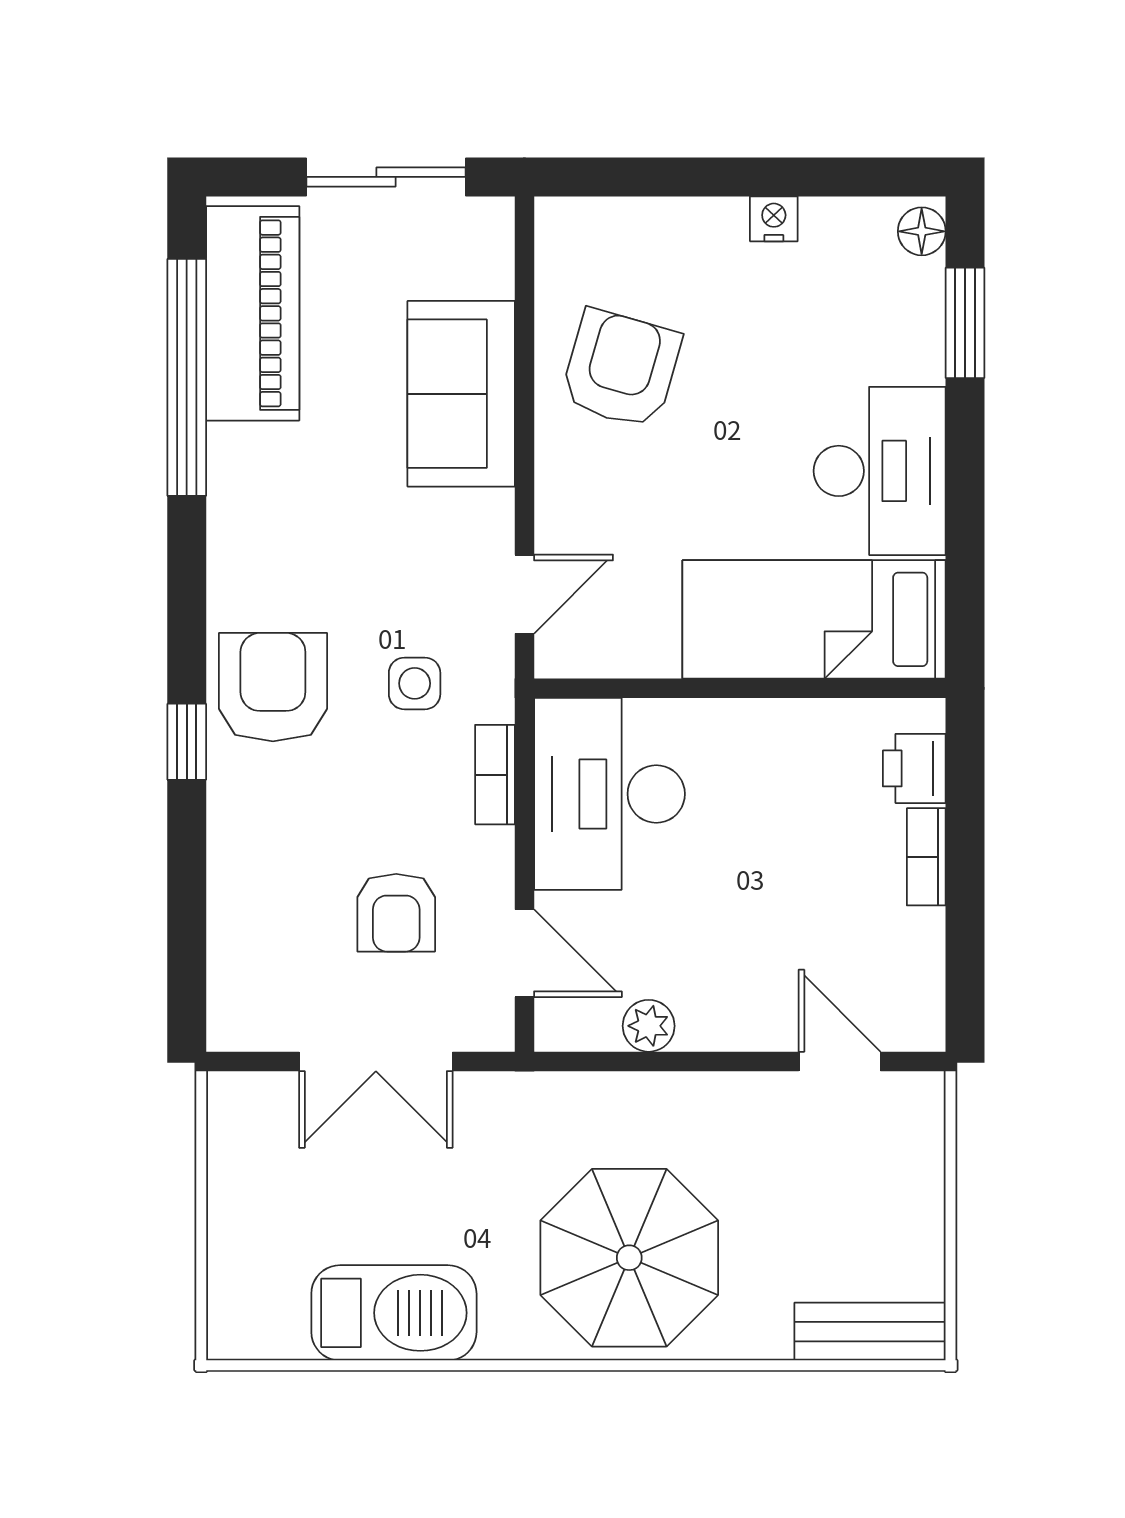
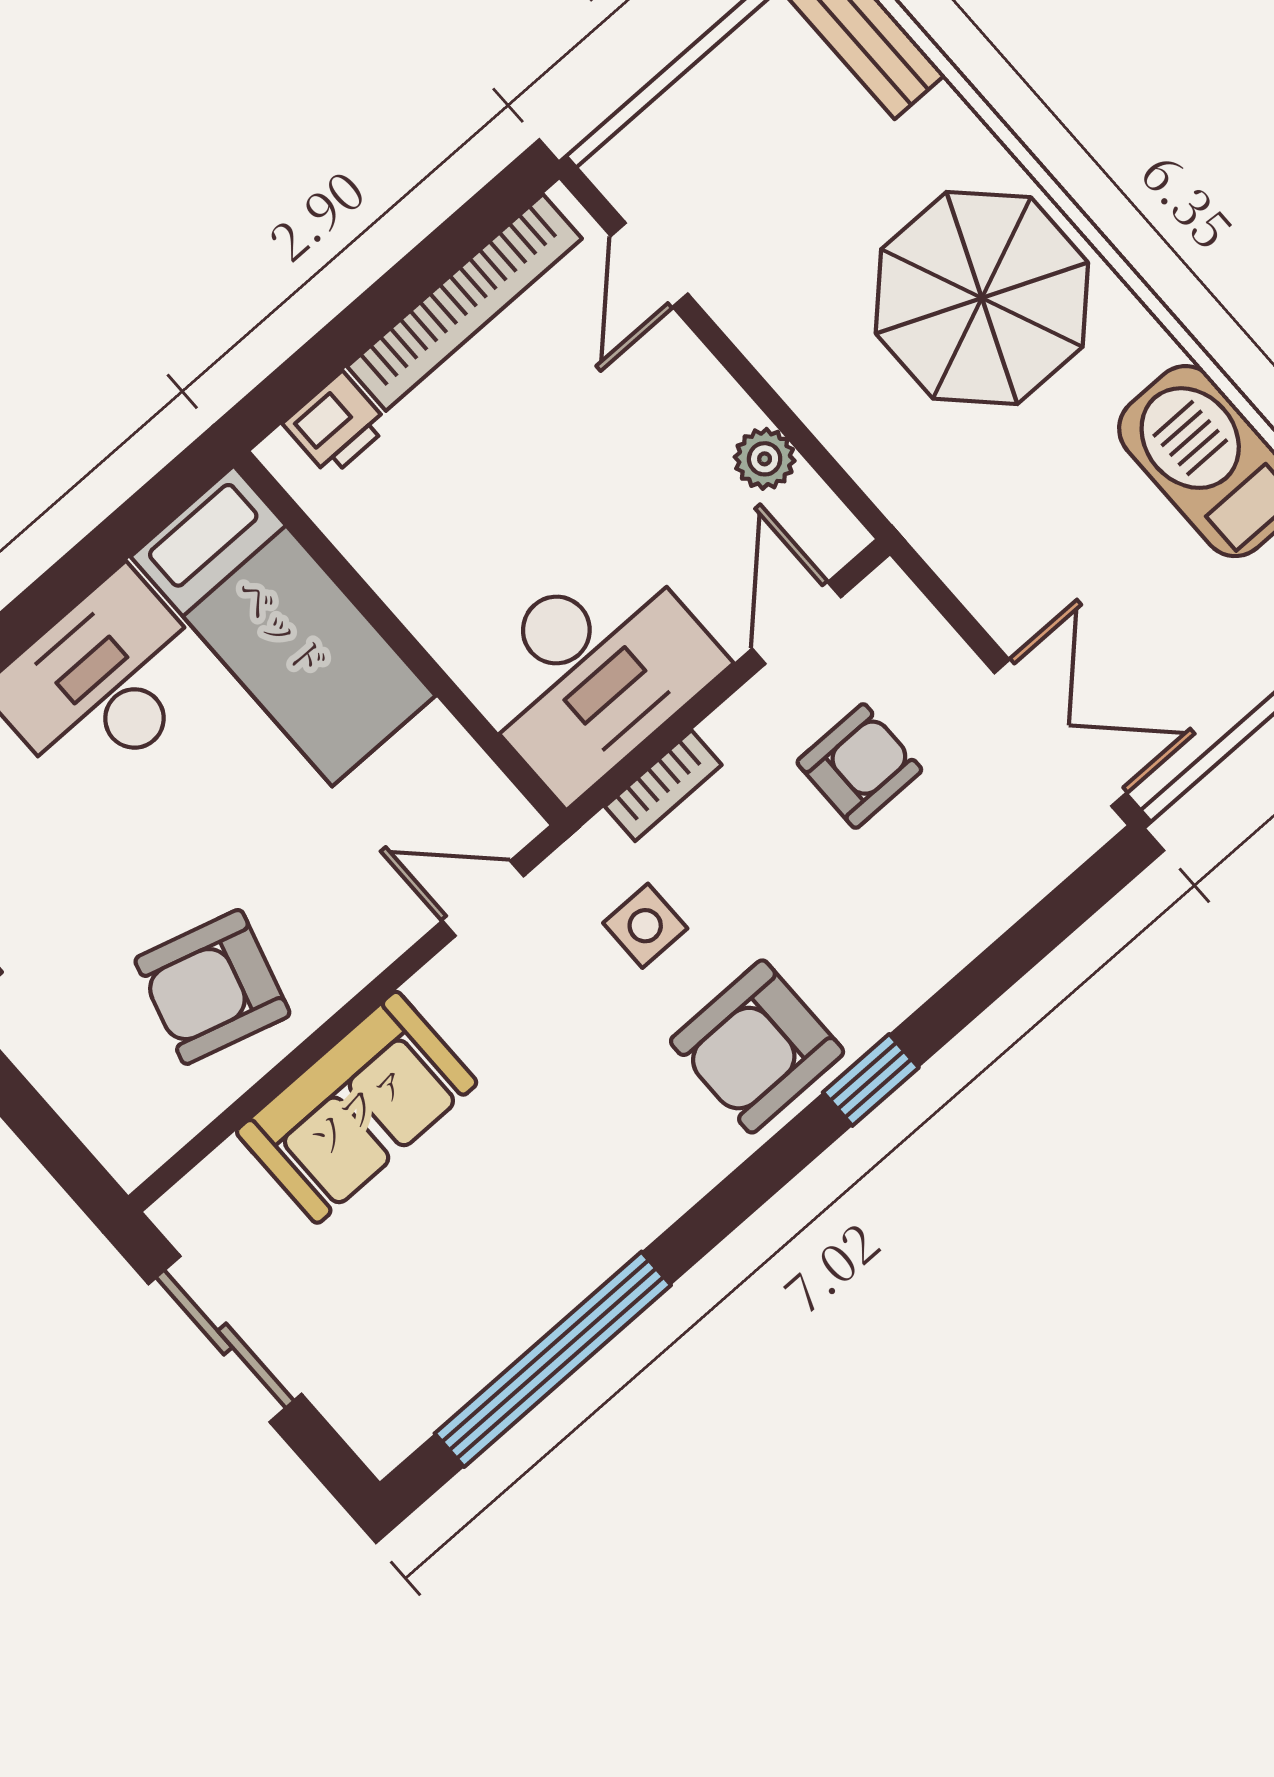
piano: (253, 313) -> (446, 1351), removed
bookcase: (926, 857) -> (464, 303), width x2.31, depth x1.31
double door: (376, 1061) -> (1060, 733), moved

